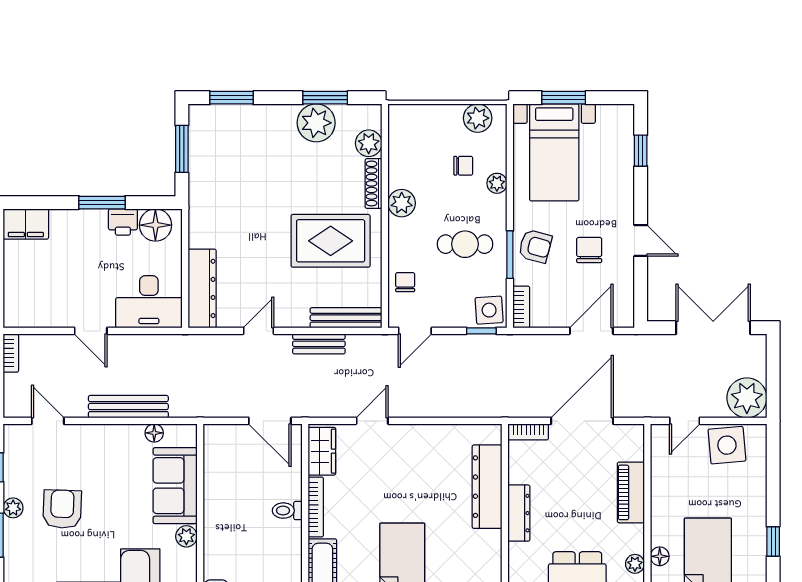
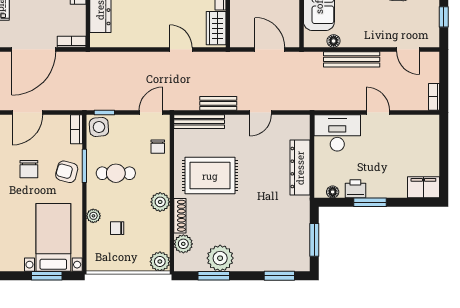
plant: (478, 118) -> (160, 262), moved
floor lamp: (155, 225) -> (333, 192), width x0.53, depth x0.53
dresser: (202, 288) -> (300, 168), moved
door: (270, 421) -> (270, 49), moved
door: (372, 421) -> (181, 49), swing flipped

